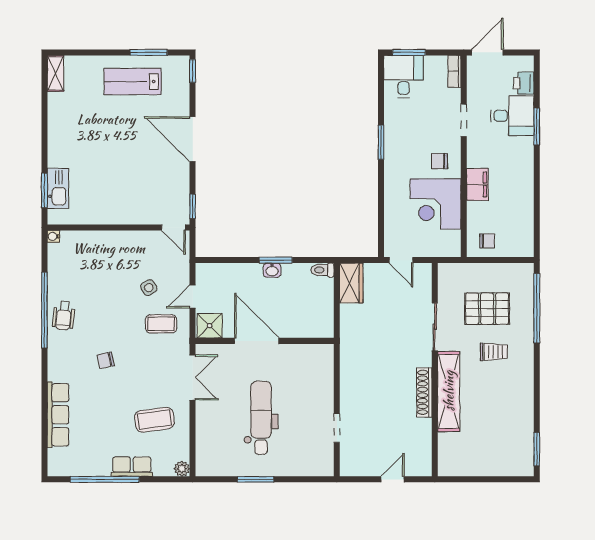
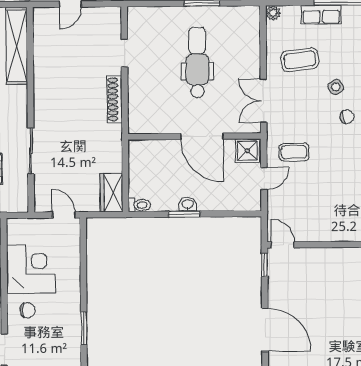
side table: (149, 288) -> (336, 87), moved
shelving: (449, 391) -> (17, 46), moved
shoe rack: (424, 392) -> (115, 99), moved, turned 180
dental chair: (261, 418) -> (197, 62), turned 180

